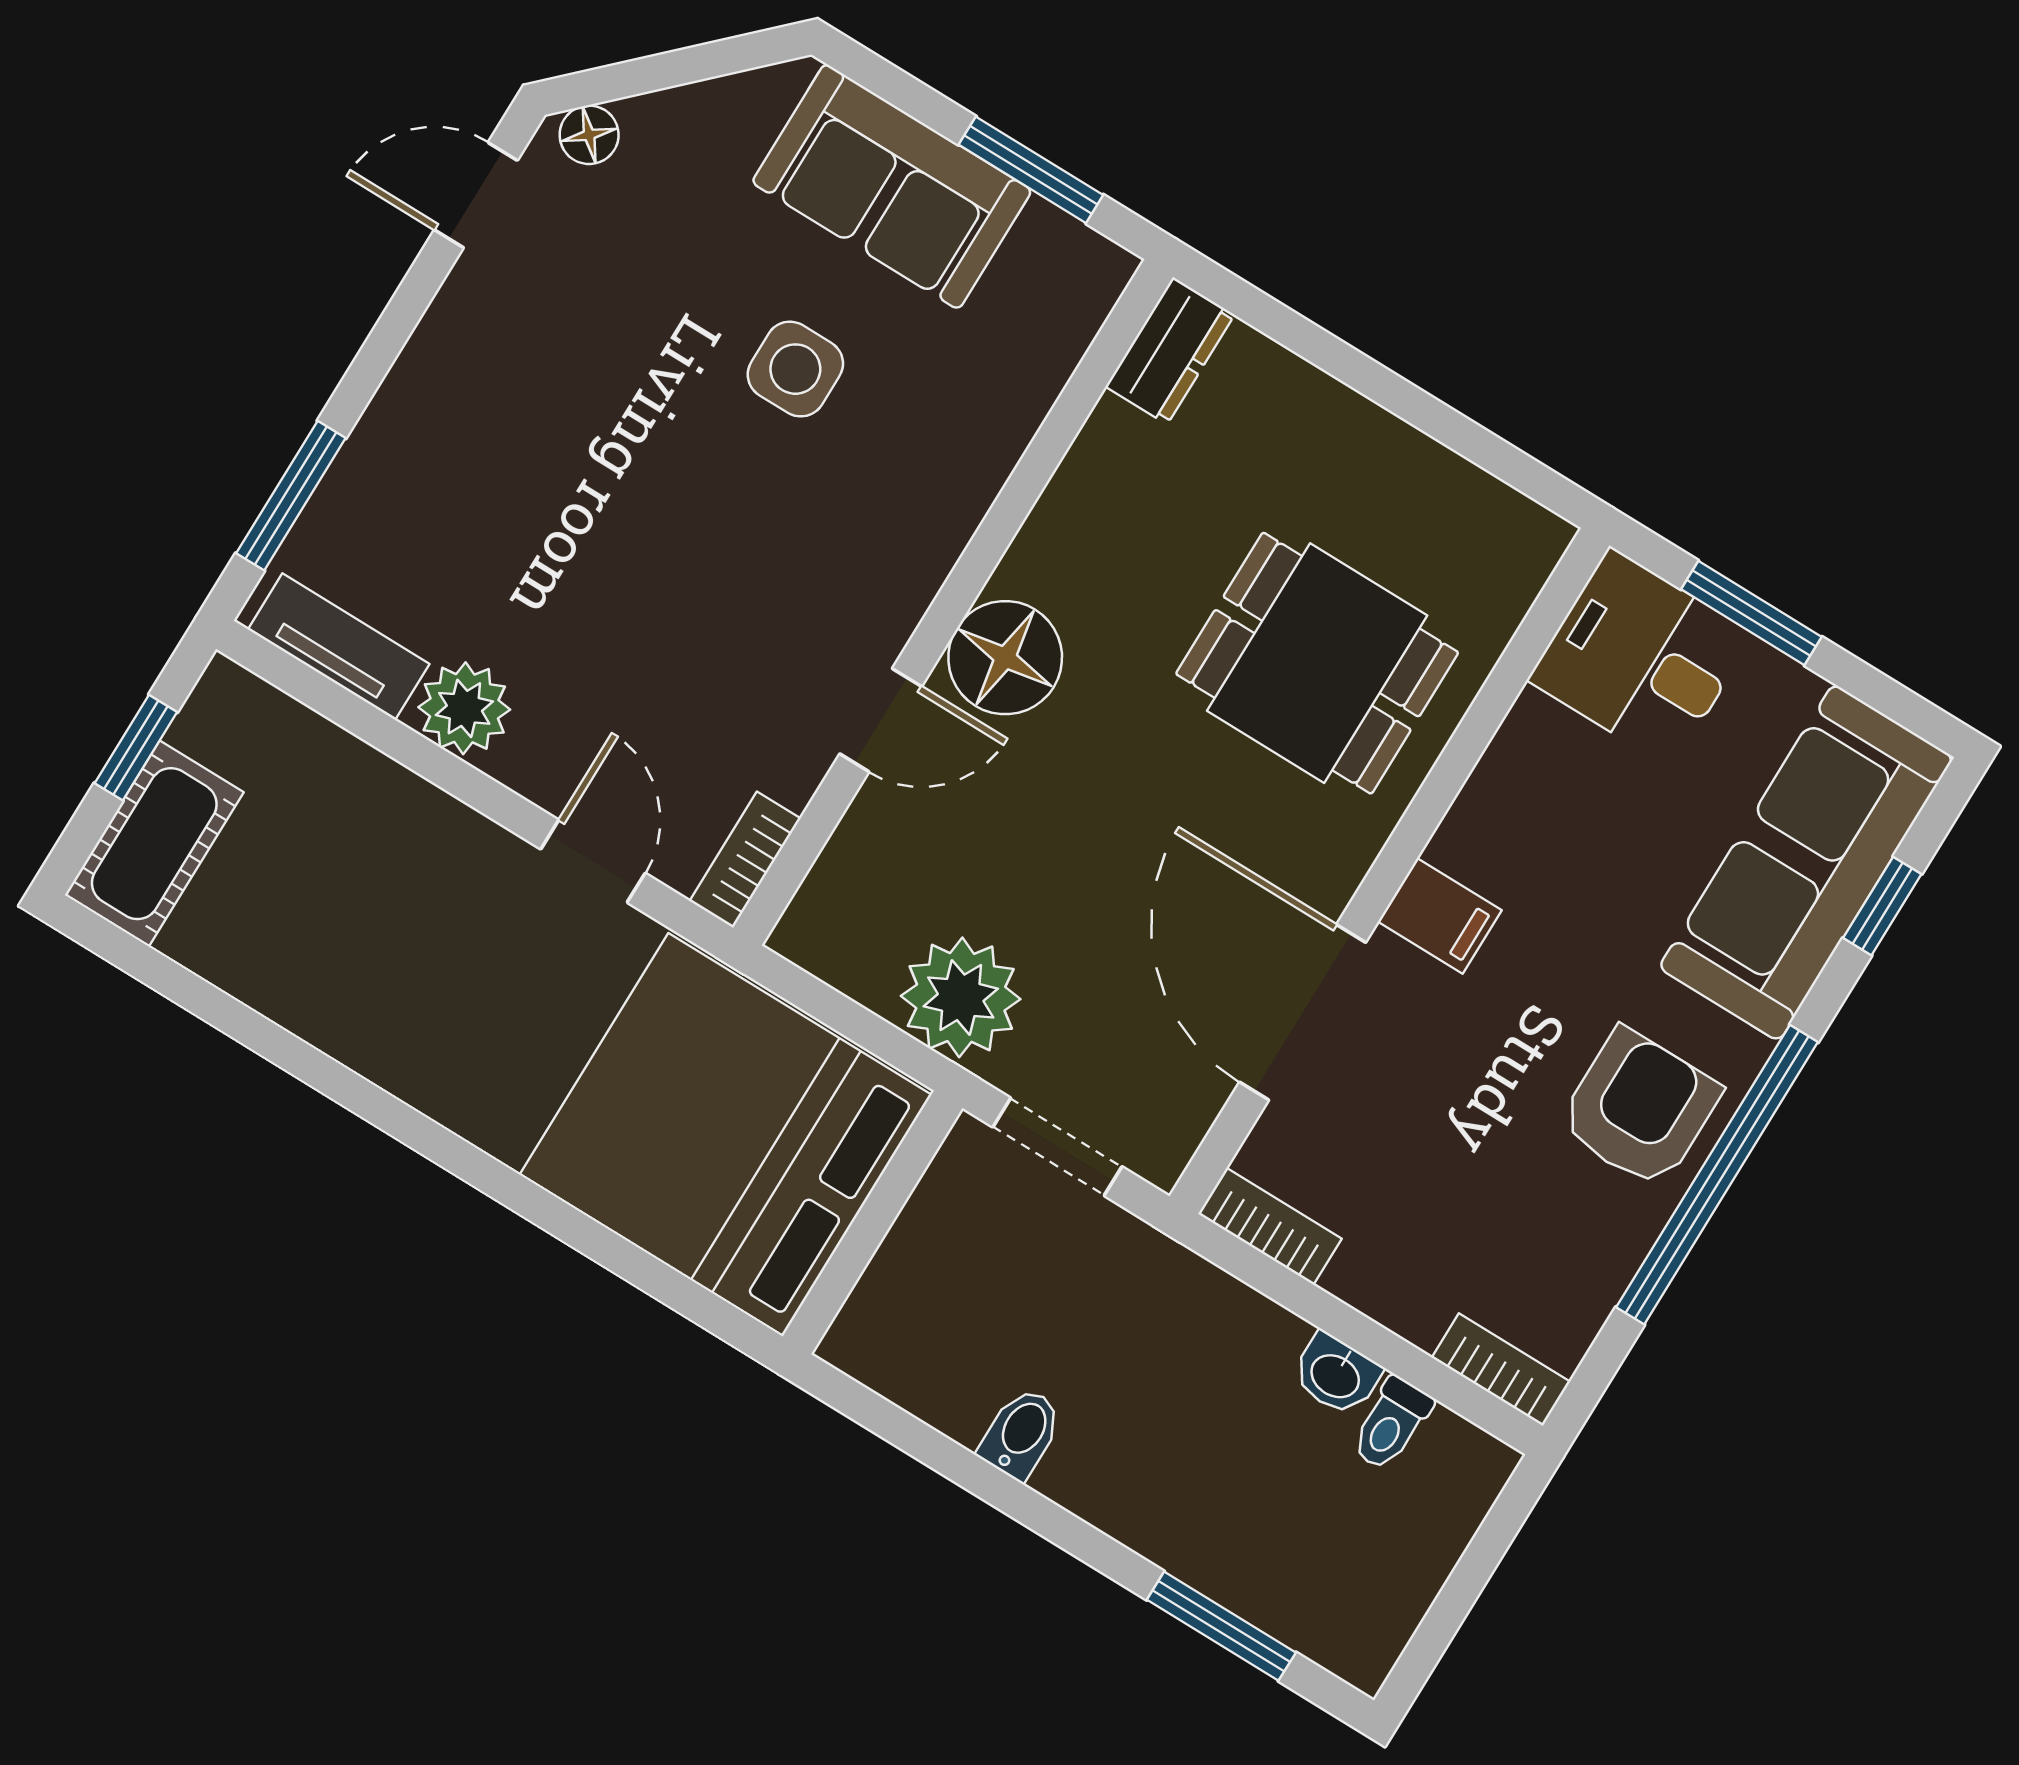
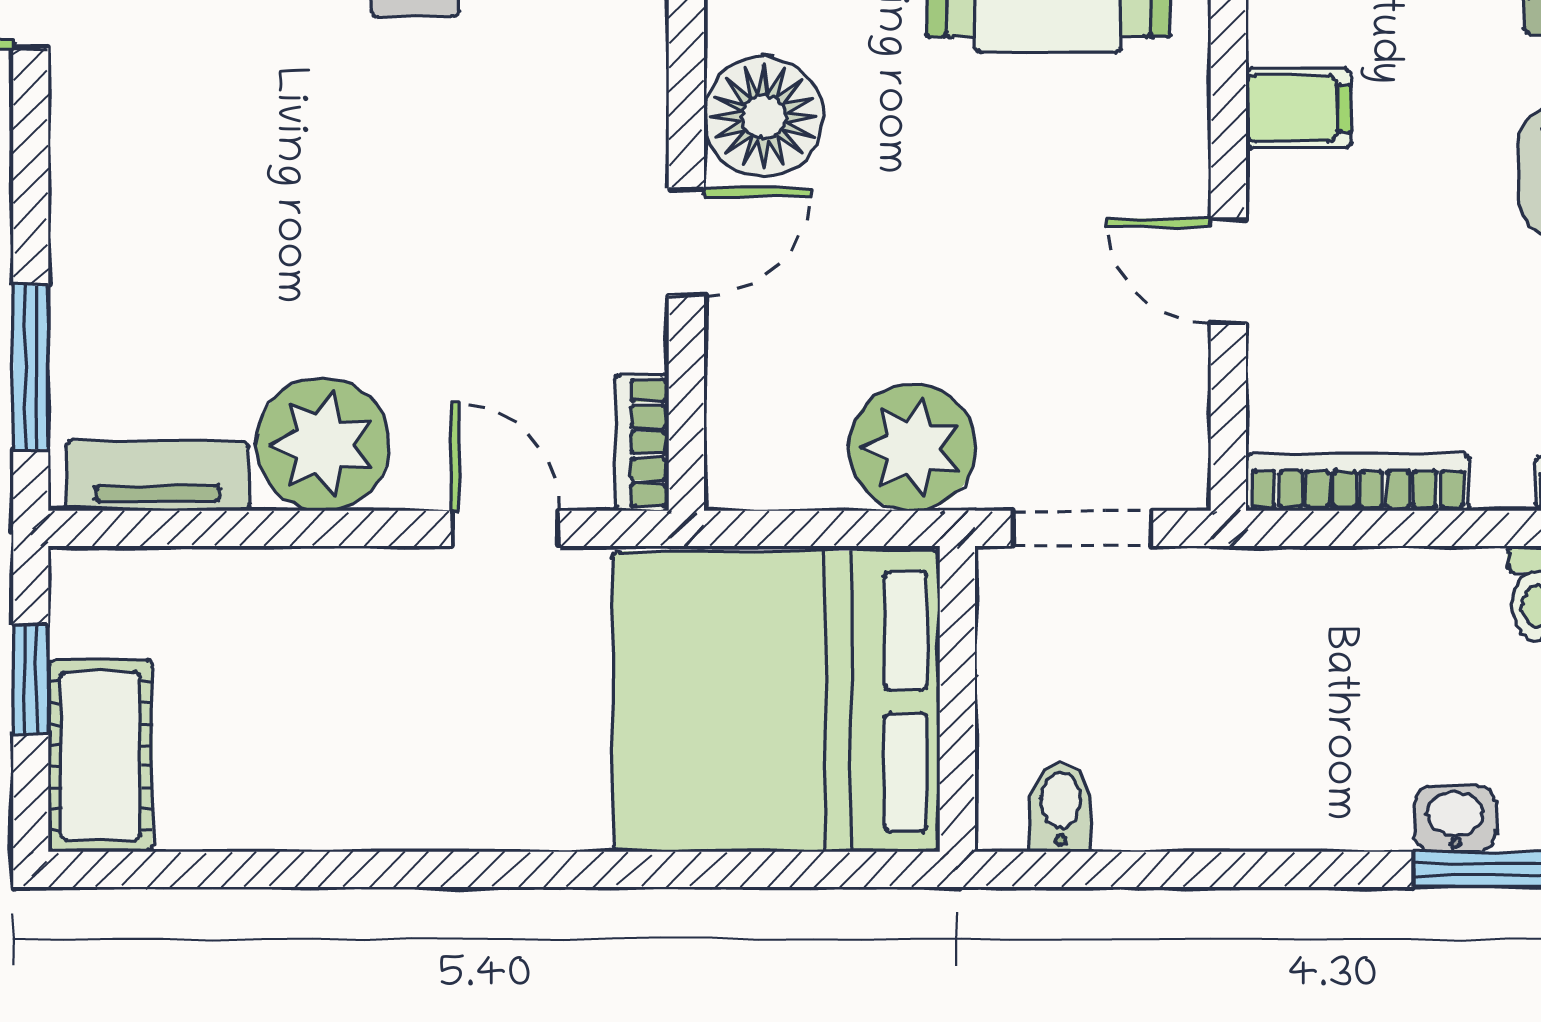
plant: (464, 708) -> (323, 444), width x1.36, depth x1.36
door: (1303, 1012) -> (1228, 271), width x0.53
bookcase: (1270, 1226) -> (1358, 482), width x1.56
washbasin: (1336, 1375) -> (1455, 819), moved, turned 180
bidet: (1021, 1433) -> (1061, 807), moved

